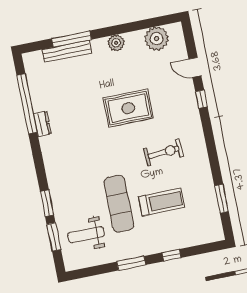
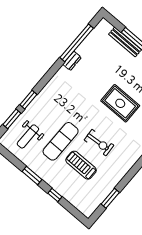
exercise bike: (164, 152) -> (99, 143), moved
treadmill: (161, 202) -> (81, 165), turned 180
weight bench: (86, 235) -> (28, 136), turned -90

